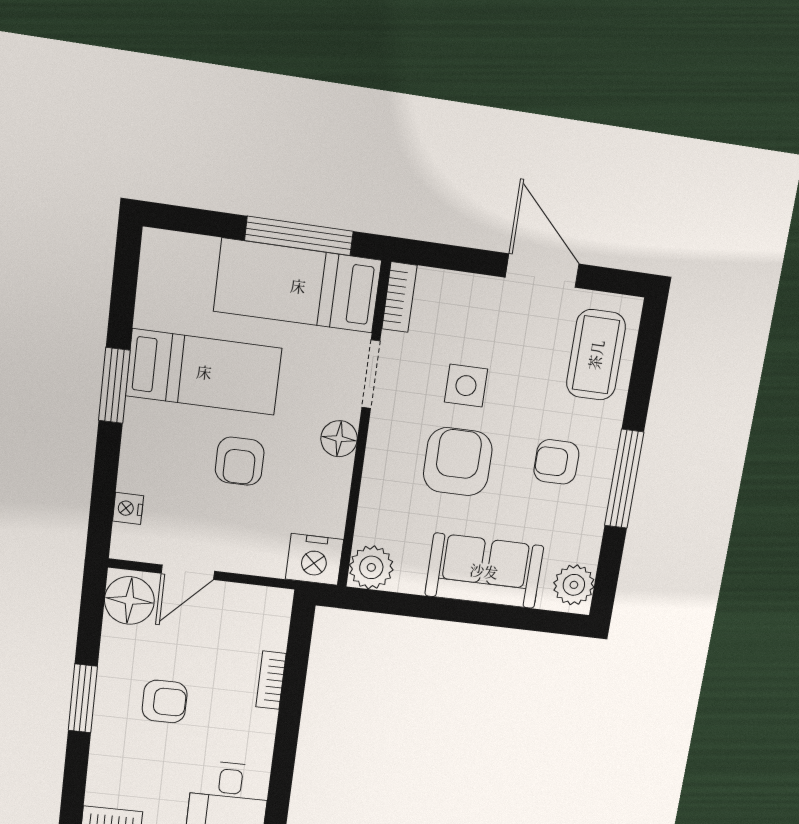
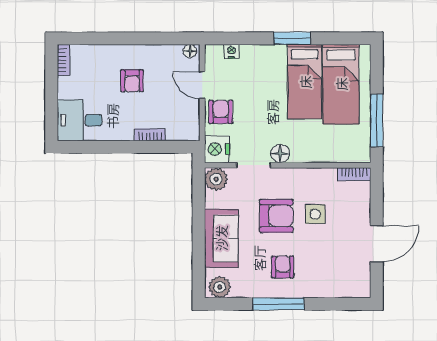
bed: (298, 286) -> (341, 84), moved, turned 180
coffee table: (596, 355) -> (339, 278), removed
doorway: (371, 374) -> (254, 165), moved
armchair: (240, 461) -> (221, 112), moved, turned 90
floor lamp: (129, 600) -> (190, 51), width x0.53, depth x0.53
window: (83, 698) -> (129, 38), removed

